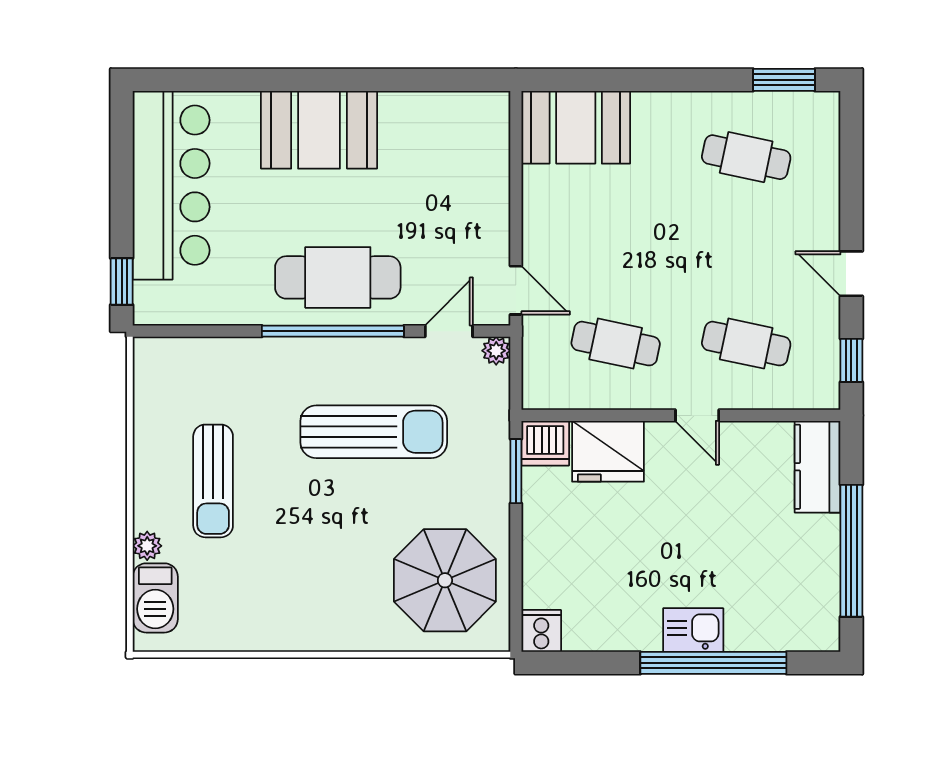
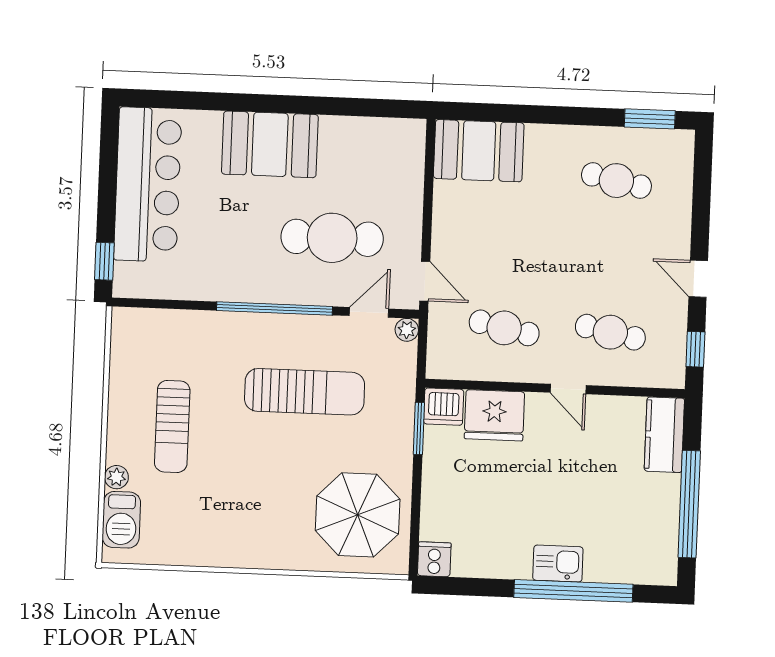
cafe table: (338, 277) -> (332, 238), moved

